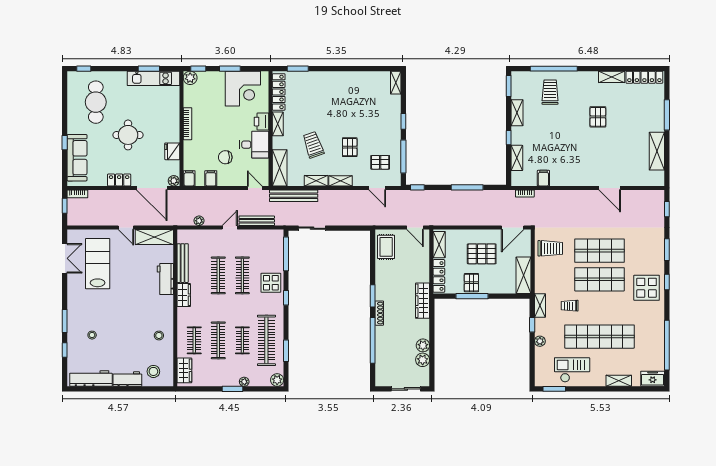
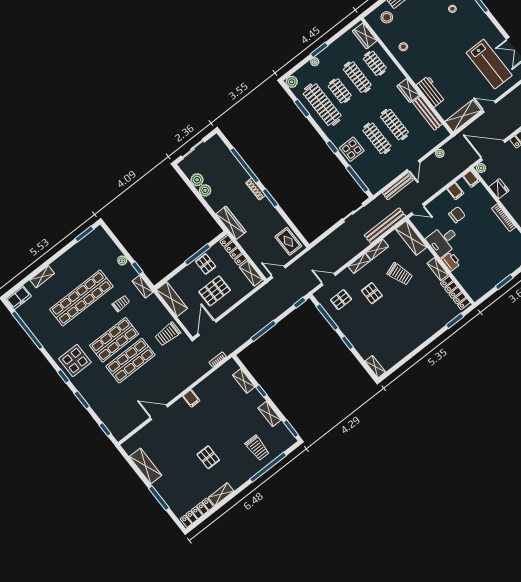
corner desk: (243, 89) -> (483, 275), removed
filing cabinet: (543, 178) -> (191, 398), moved
checkout: (572, 370) -> (82, 258), removed

